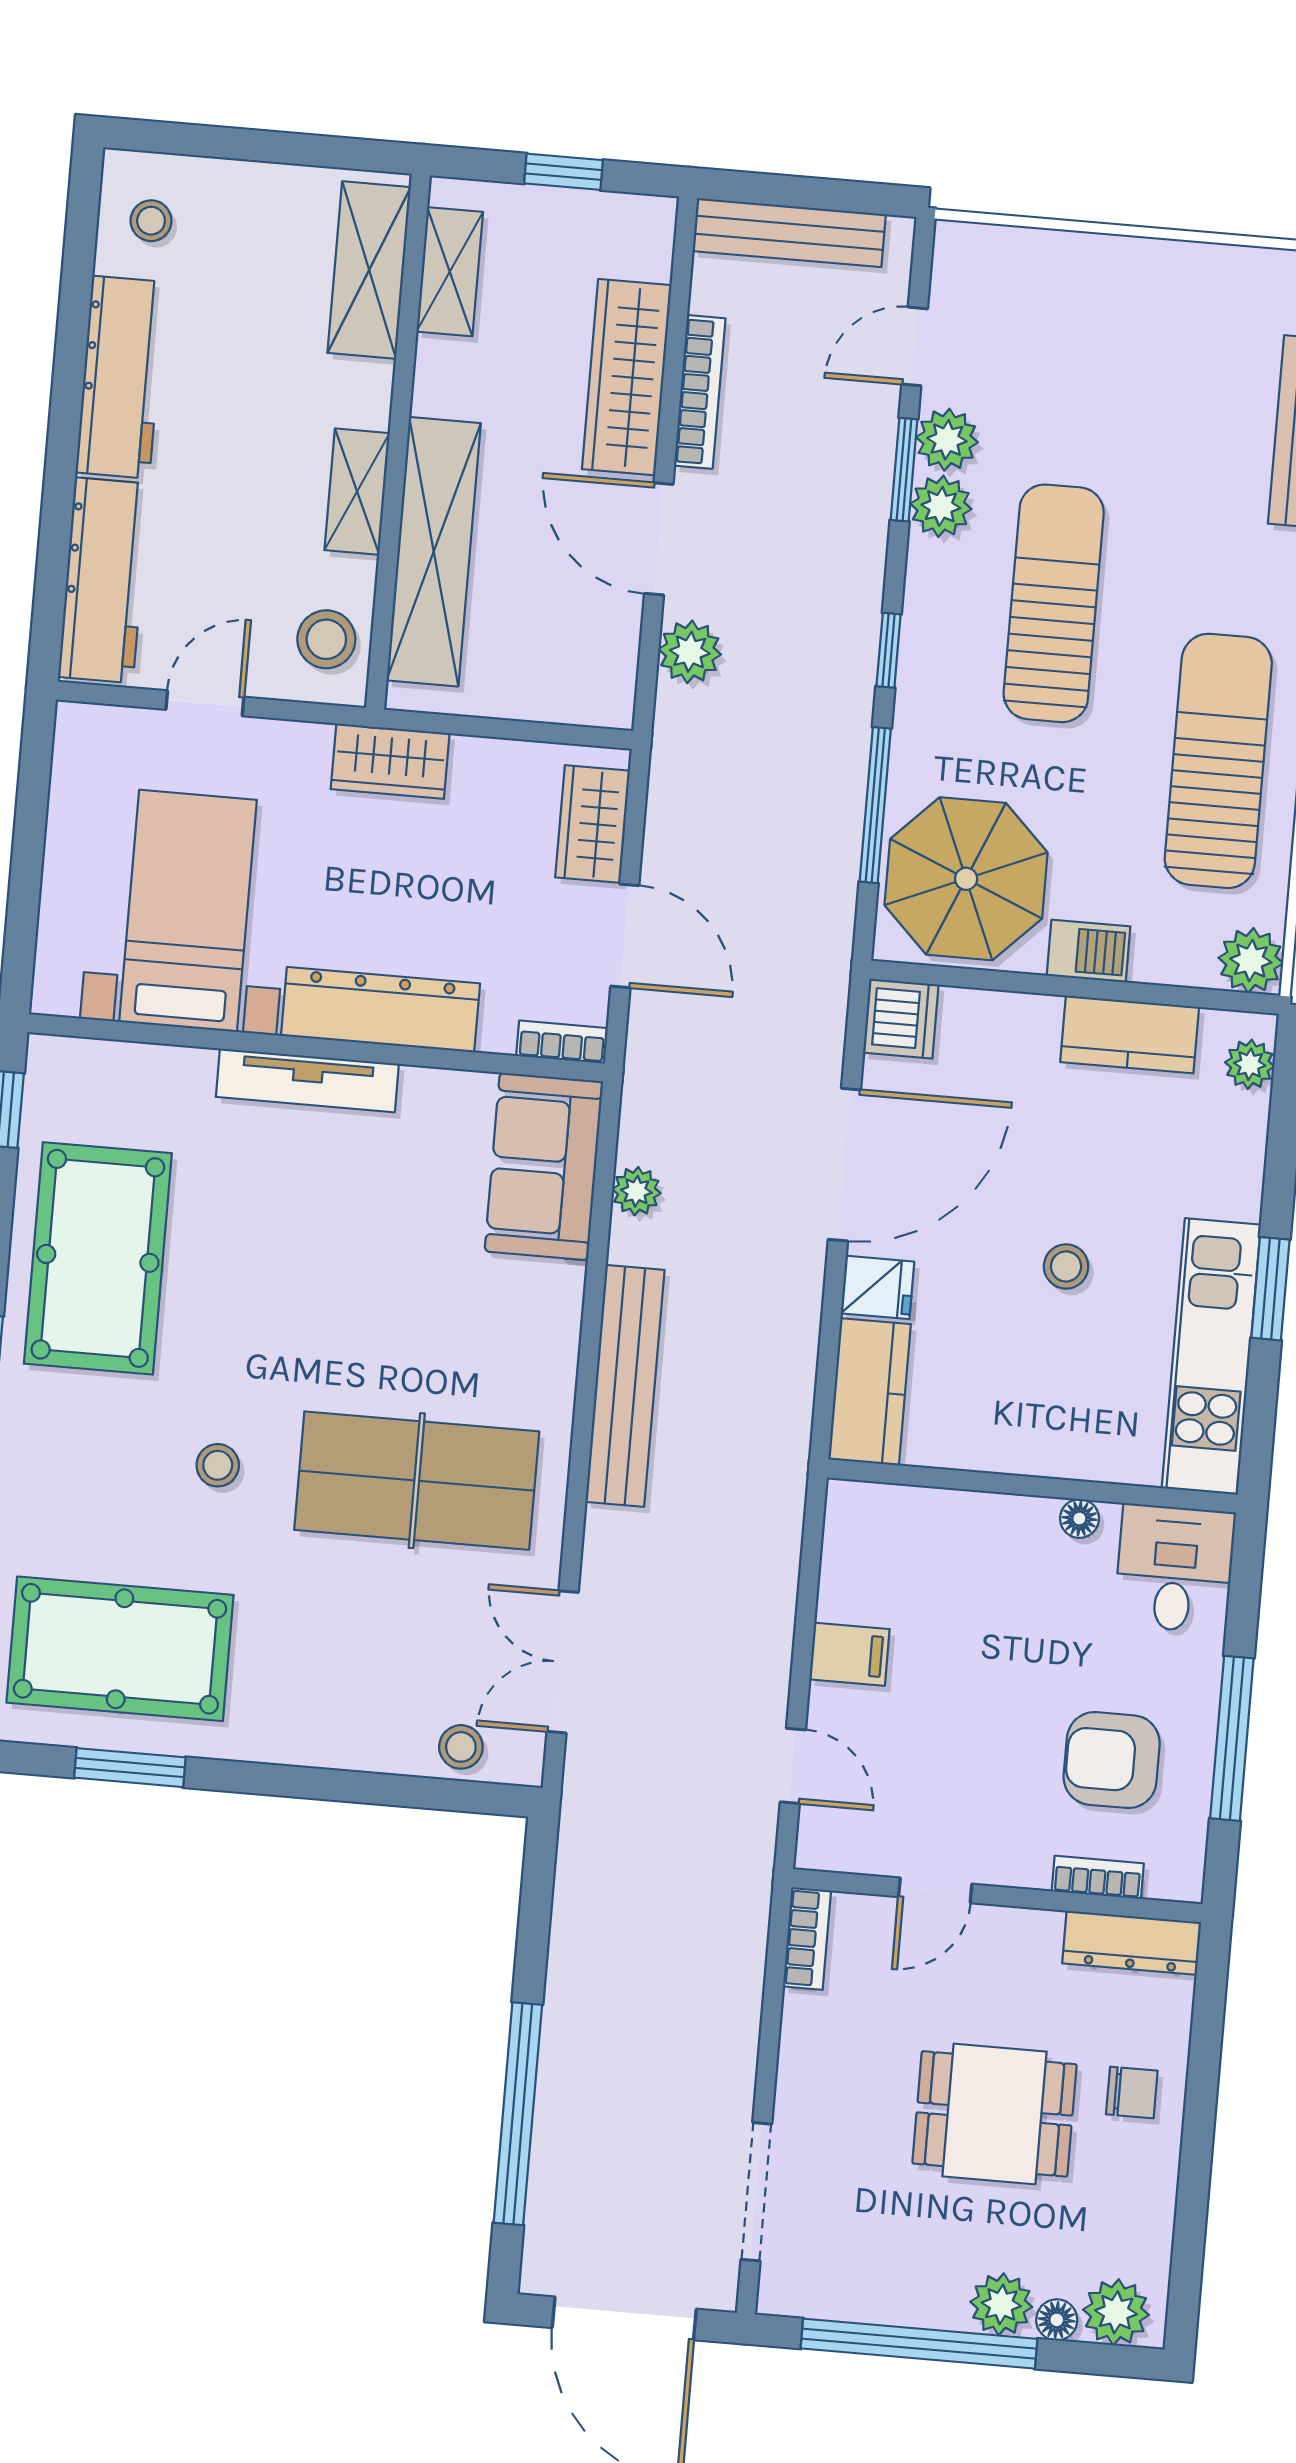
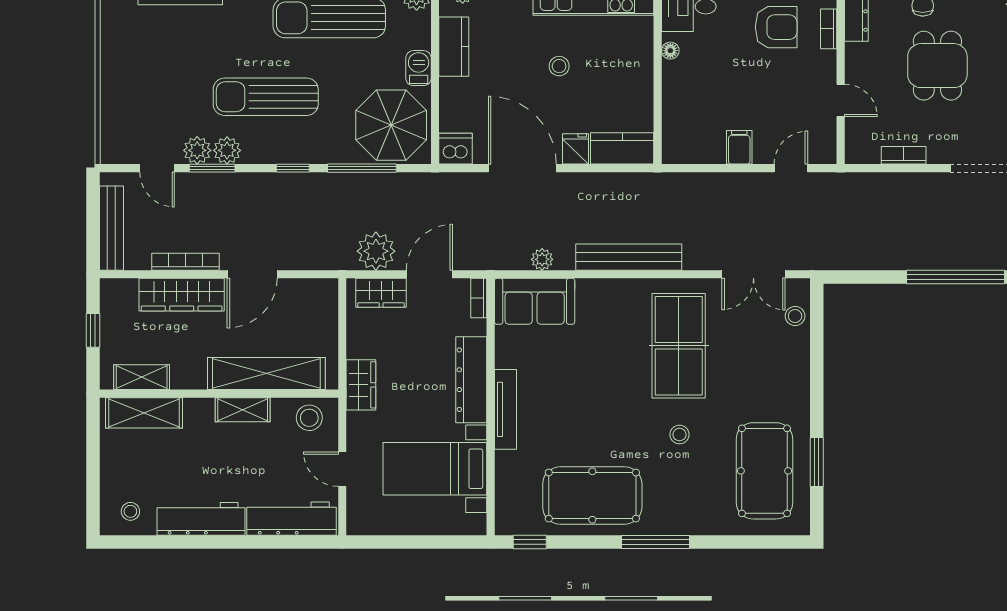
plant: (690, 652) -> (376, 251), moved, width x1.36, depth x1.36
armchair: (1112, 1760) -> (776, 27), turned -90
bookcase: (807, 1938) -> (904, 155), moved

